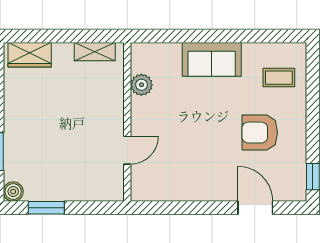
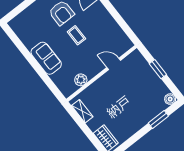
coffee table: (279, 78) -> (76, 35), moved
window: (46, 208) -> (158, 69), moved

